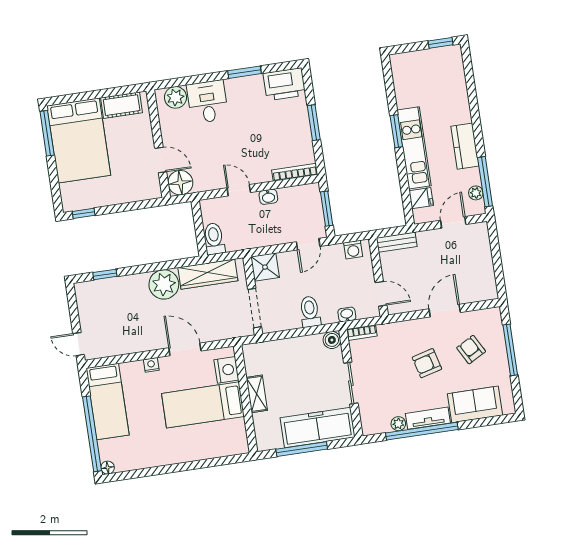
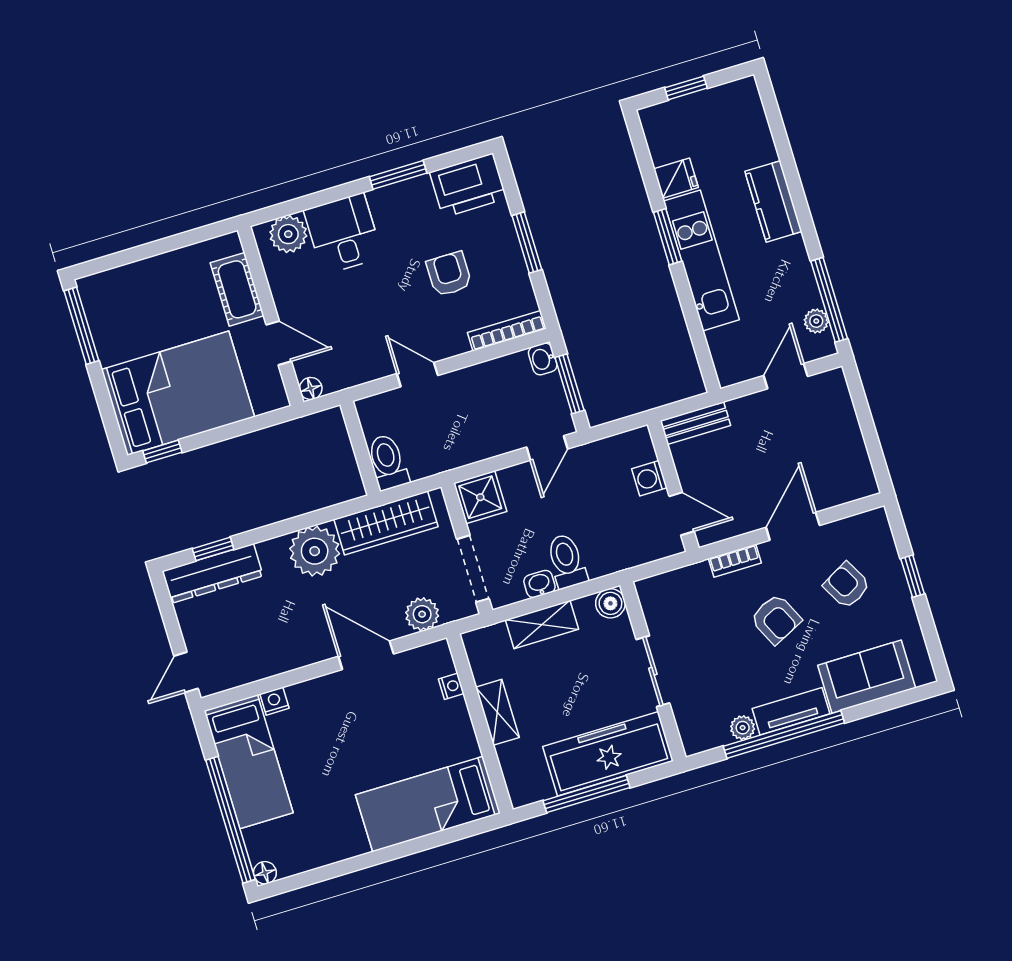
window: (441, 43) -> (686, 88), moved
cot: (122, 105) -> (237, 289), moved, turned 90
armchair: (266, 134) -> (449, 274), added
bed: (79, 140) -> (178, 393), moved, turned -90
kitchen counter: (465, 146) -> (773, 201), moved
floor lamp: (180, 183) -> (311, 388), width x0.53, depth x0.53
washbasin: (268, 197) -> (543, 359), moved, turned 90
fridge: (421, 198) -> (676, 178), moved
washing machine: (353, 250) -> (649, 478), moved, turned 90
dresser: (103, 289) -> (213, 573), added
washbasin: (347, 314) -> (539, 584), moved
plant: (221, 330) -> (422, 614), added
bookcase: (362, 333) -> (735, 561), moved
door: (79, 344) -> (186, 672), hinge flipped
shelving: (290, 347) -> (542, 625), added
window: (510, 350) -> (913, 576), width x0.46
armchair: (427, 363) -> (776, 619), turned -101
nightstand: (151, 365) -> (274, 701), moved
nightstand: (226, 370) -> (451, 686), width x0.53, depth x0.56
bed: (203, 405) -> (428, 804), moved

